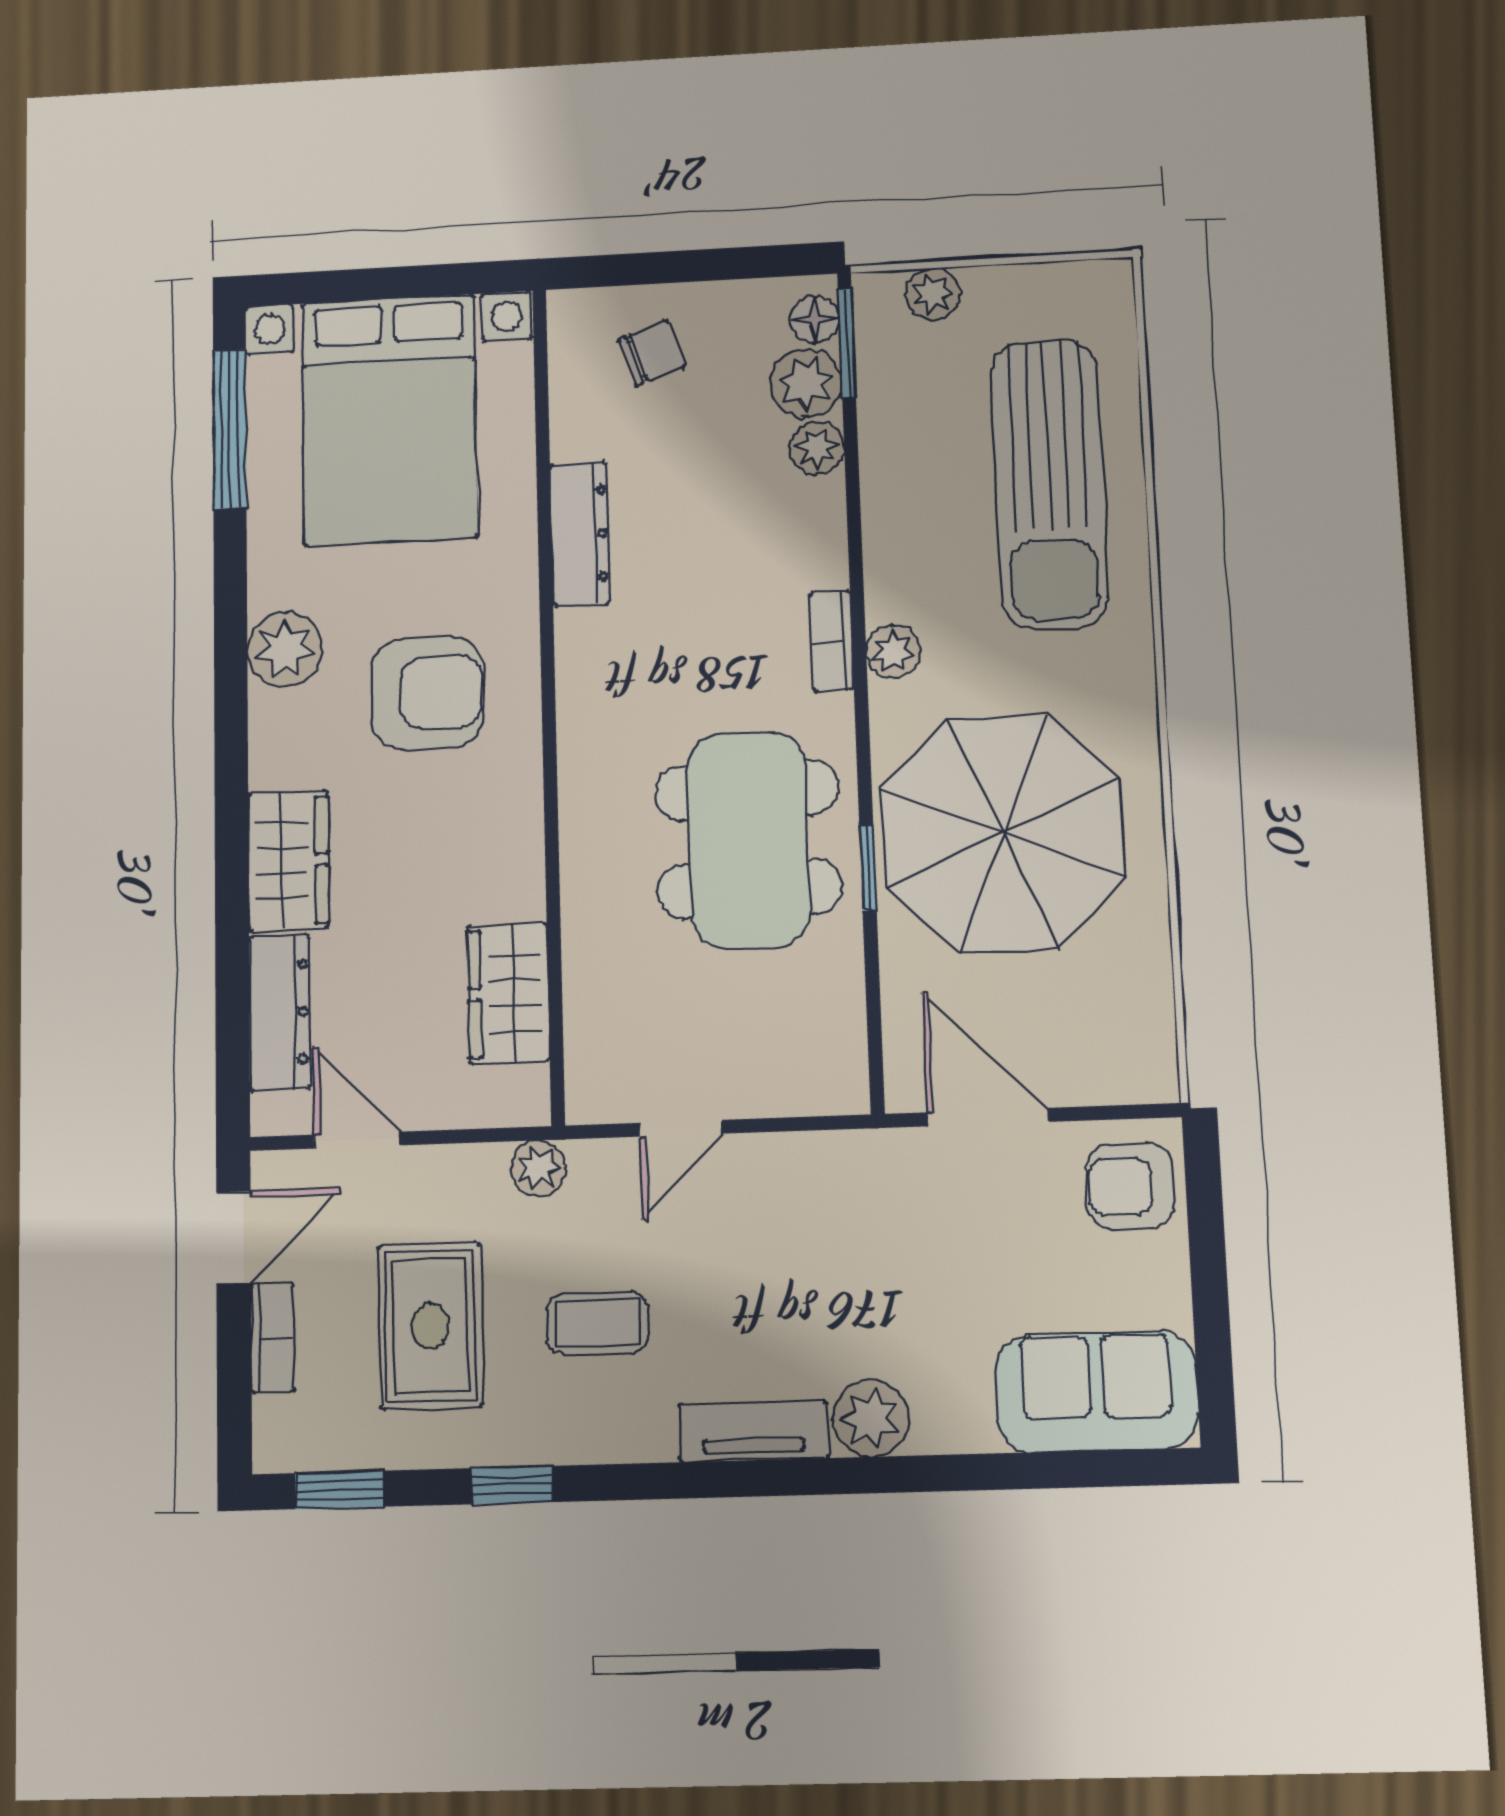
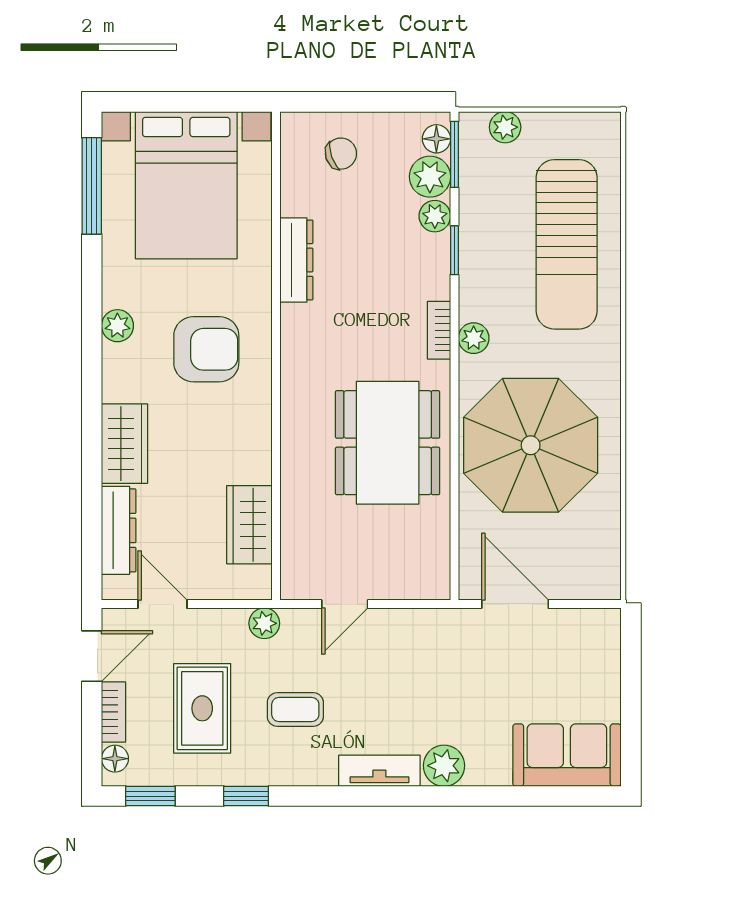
plant: (285, 649) -> (117, 326), width x0.73, depth x0.73
window: (868, 868) -> (454, 250), moved
armchair: (1130, 1186) -> (591, 645), removed
floor lamp: (276, 1423) -> (115, 759), added

